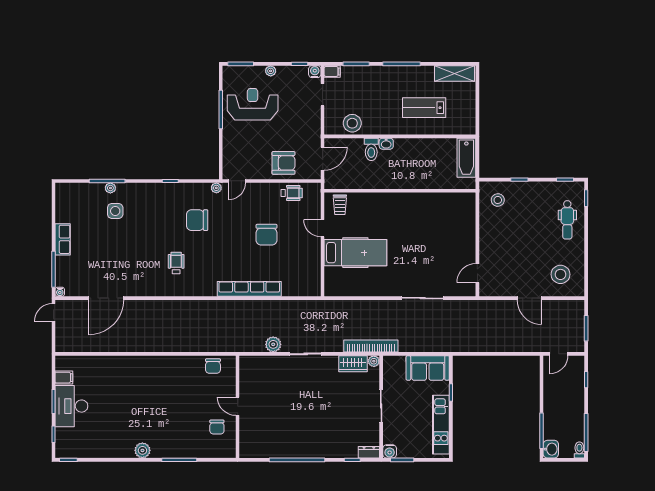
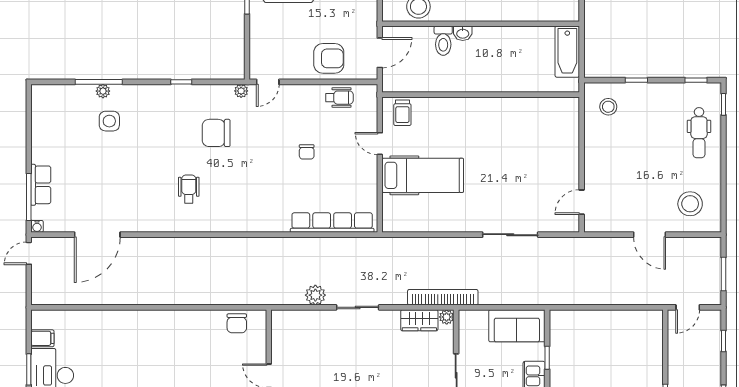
chair: (267, 235) -> (307, 152), width x0.54, depth x0.54
row of seats: (63, 239) -> (41, 185), moved
row of seats: (249, 289) -> (332, 223), moved

